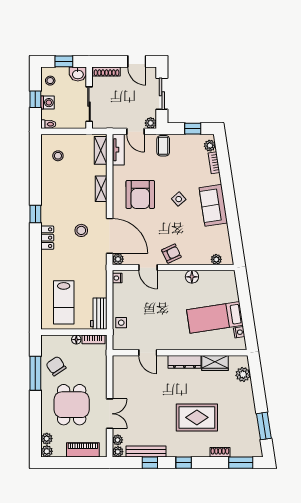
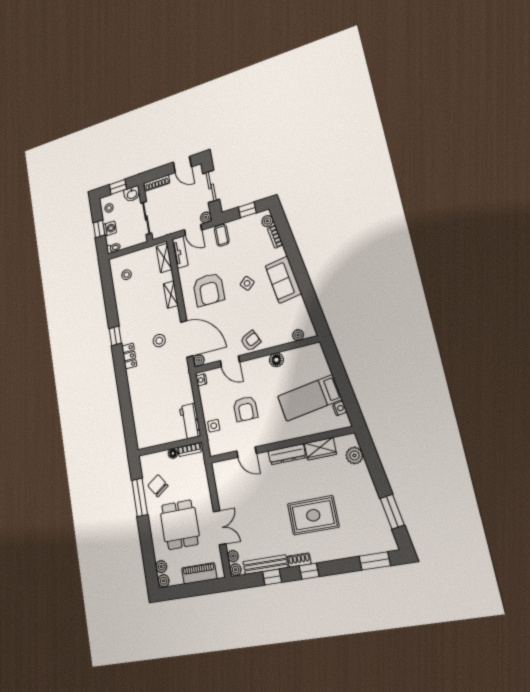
lab bench: (64, 302) -> (155, 417), removed
armchair: (154, 314) -> (245, 409), added
shoe rack: (220, 452) -> (299, 560), moved

